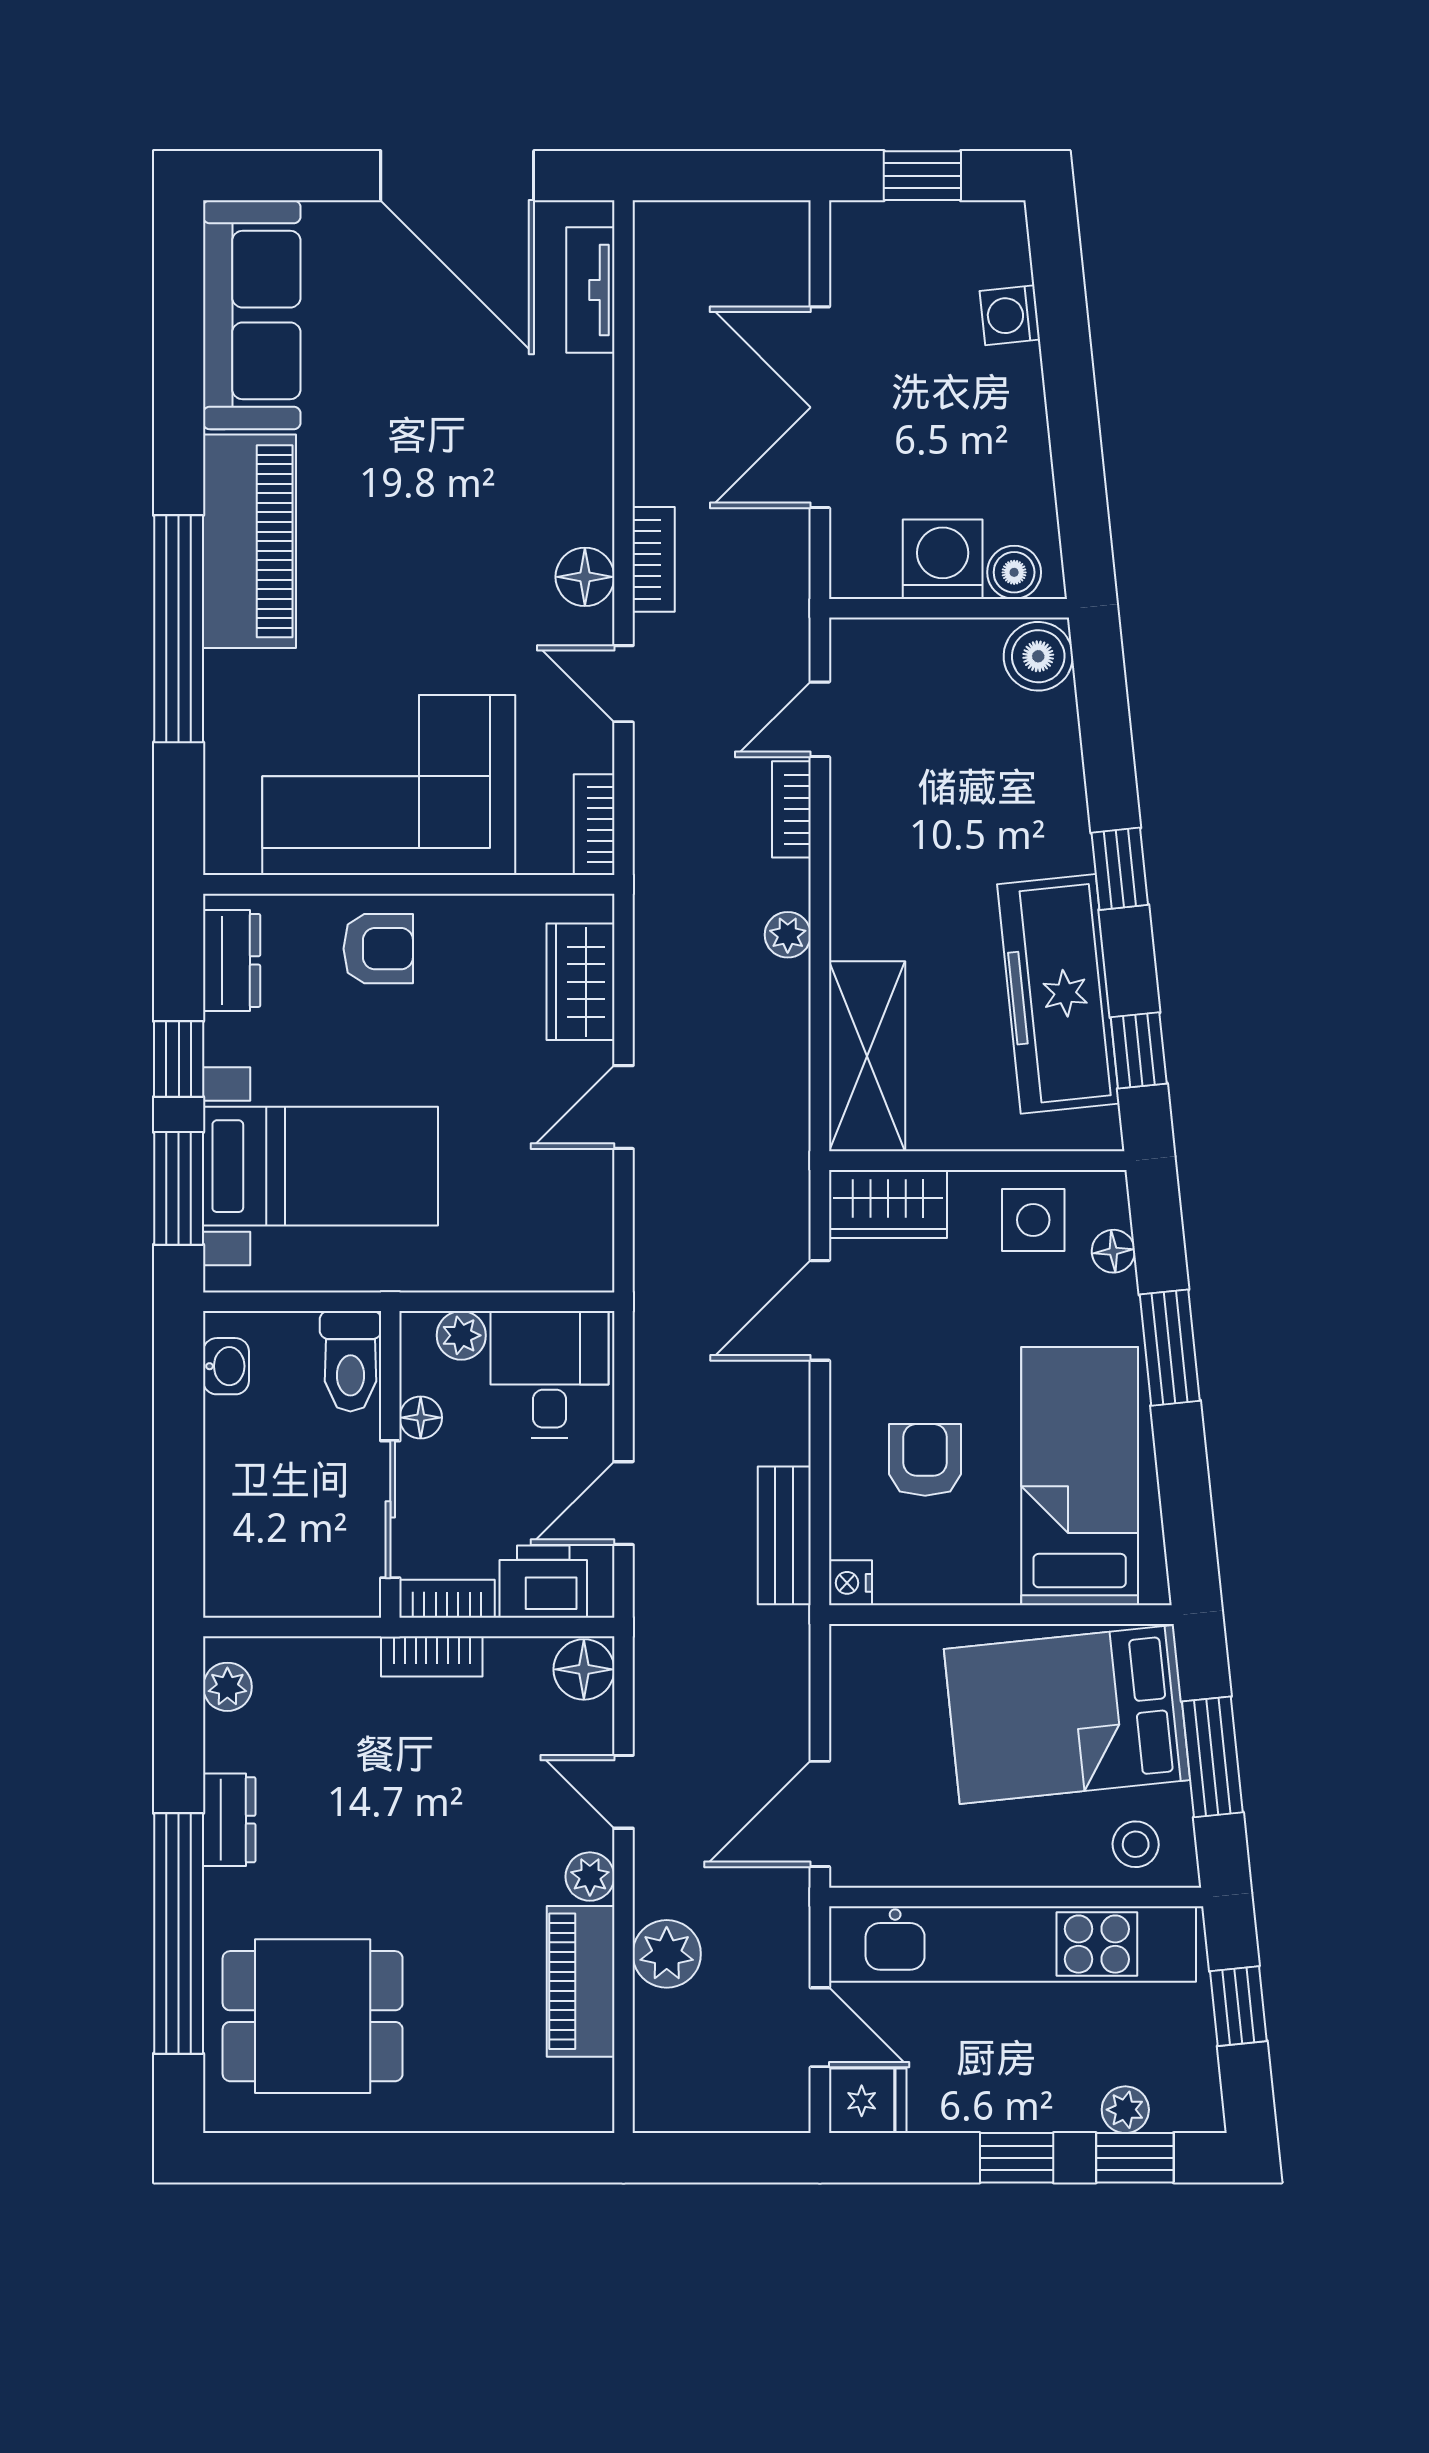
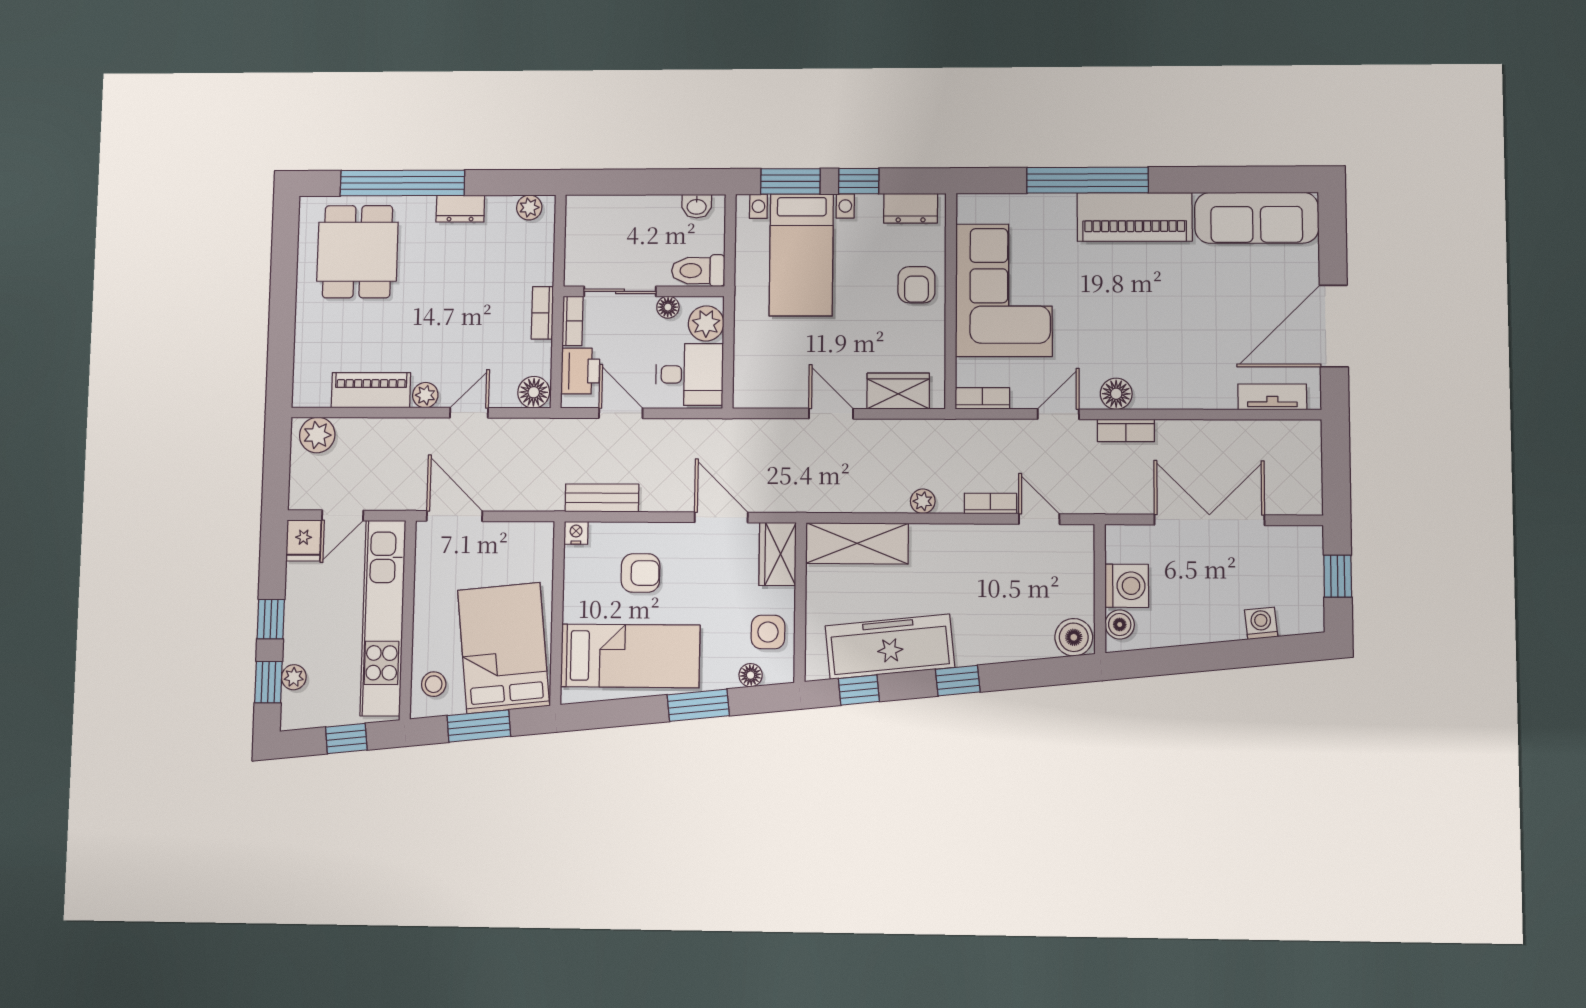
plant: (461, 1335) -> (706, 323), width x1.38, depth x1.38
plant: (667, 1954) -> (317, 435), moved

